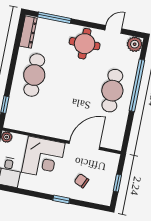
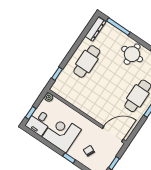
door: (84, 145) -> (113, 134), moved
corner desk: (43, 158) -> (62, 133), moved, turned 180

